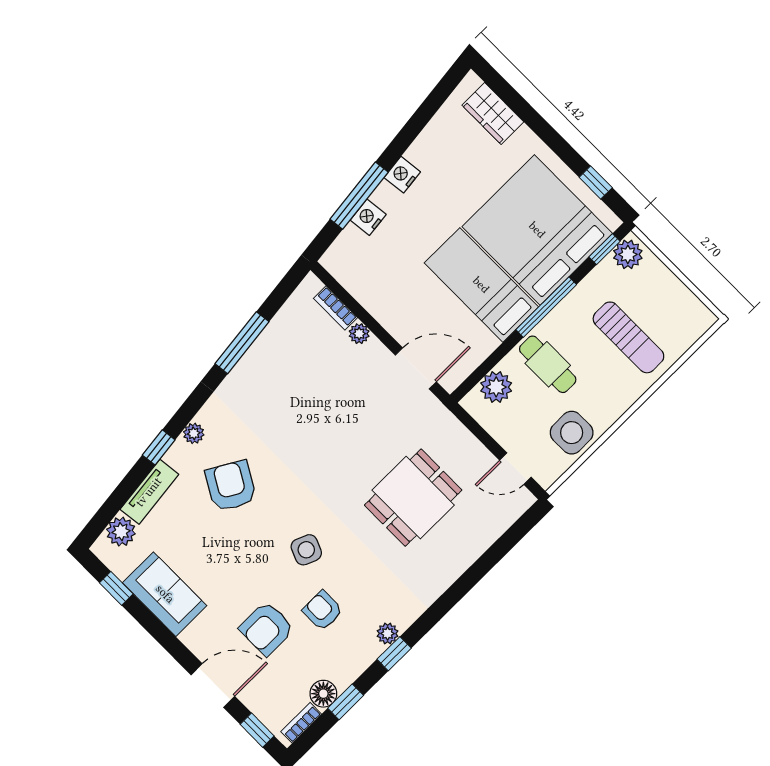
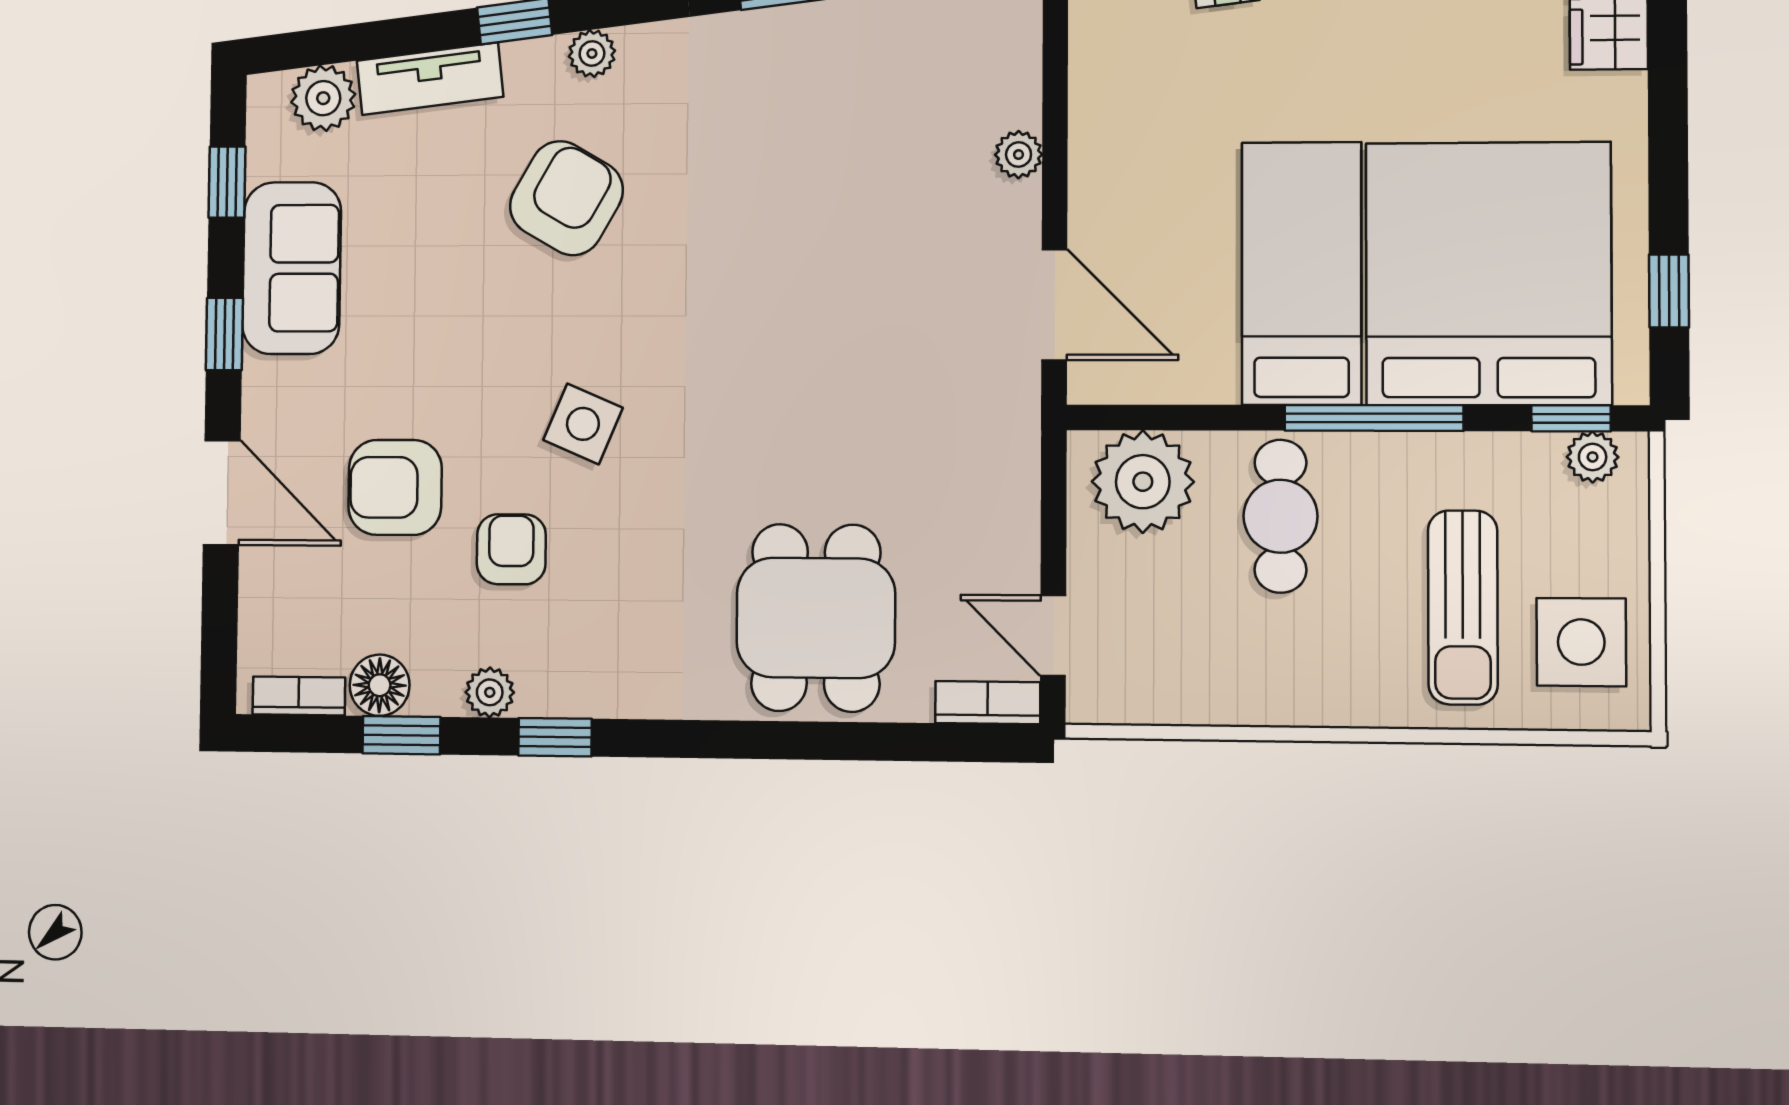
plant: (628, 254) -> (1593, 457), width x0.73, depth x0.73
bookcase: (335, 308) -> (988, 703), moved, turned 90
plant: (496, 387) -> (1143, 482), width x1.36, depth x1.36
side table: (572, 433) -> (1581, 642), moved
dining table: (413, 498) -> (816, 618), moved, turned 90
plant: (388, 634) -> (490, 692), moved
window: (257, 730) -> (224, 334), moved

